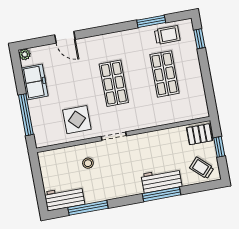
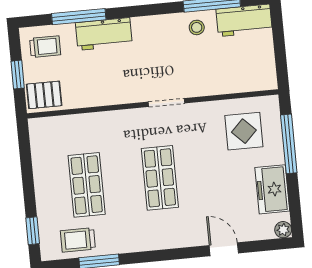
display table: (77, 120) -> (244, 131), moved
stool: (88, 163) -> (197, 27), moved
trolley: (202, 168) -> (45, 47), turned -43
window: (161, 194) -> (79, 17), moved

